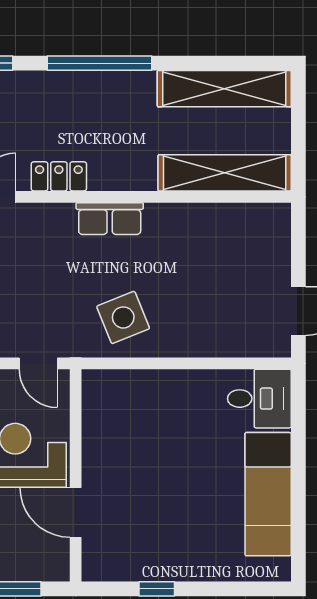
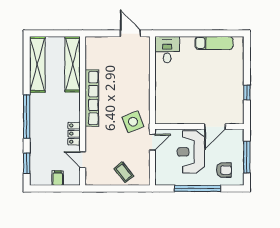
row of seats: (110, 219) -> (92, 98), width x2.02
side table: (123, 317) -> (133, 122), moved
exam couch: (268, 494) -> (214, 43), width x0.73, depth x0.69

